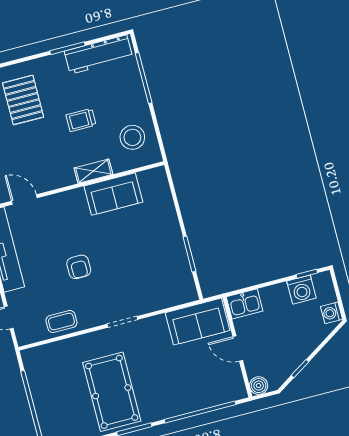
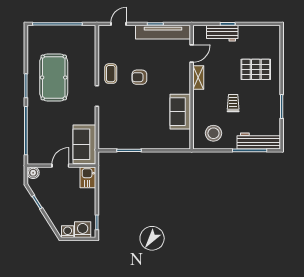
workbench: (99, 55) -> (259, 141), moved, turned 90
shelving: (93, 171) -> (198, 78), moved
washing machine: (301, 290) -> (83, 230), moved, turned 90
coffee table: (61, 322) -> (111, 74), moved
pool table: (112, 392) -> (54, 77), turned 90

